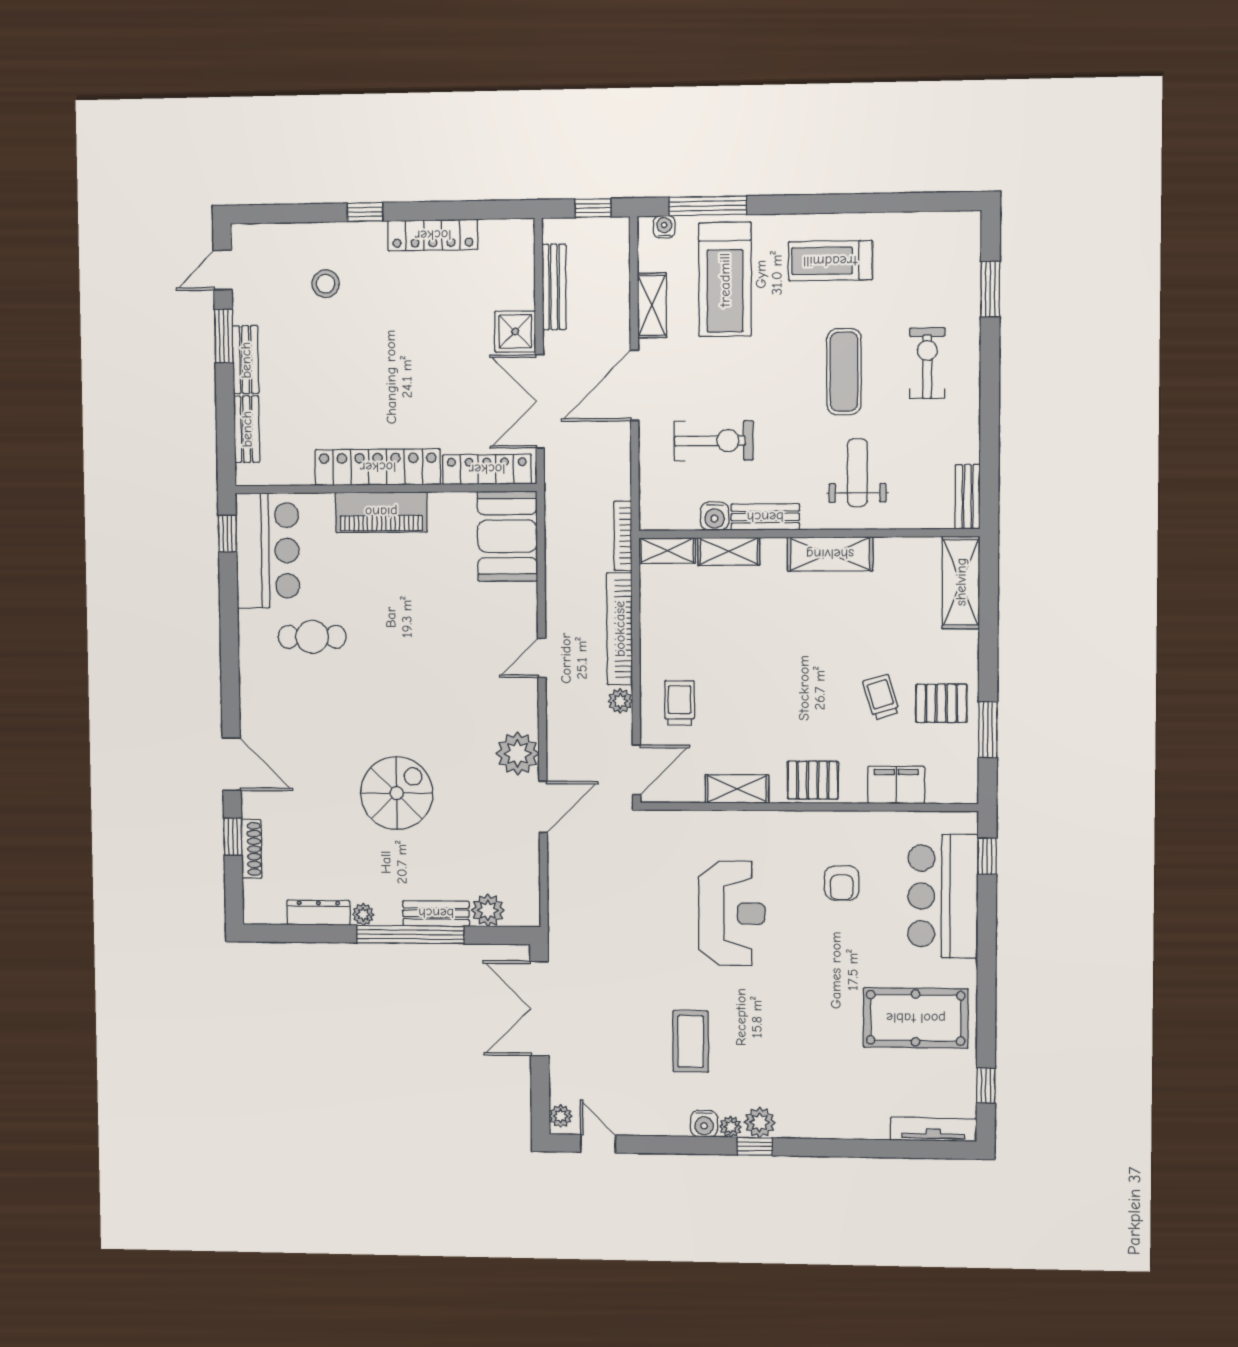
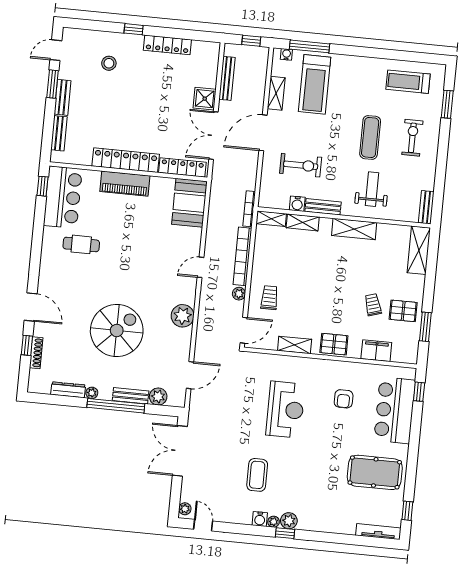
treadmill: (830, 261) -> (408, 82), moved
spiral stairs: (397, 793) -> (117, 331), width x1.37, depth x1.37
door: (543, 807) -> (190, 375), moved

